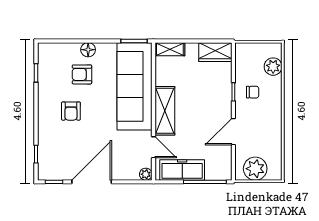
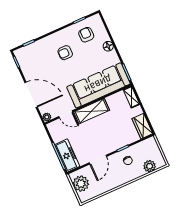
armchair: (82, 74) -> (86, 35), moved
door: (233, 132) -> (98, 160), swing flipped
door: (154, 147) -> (66, 114), hinge flipped
freezer: (182, 170) -> (67, 156), moved
door: (92, 182) -> (31, 95), moved

